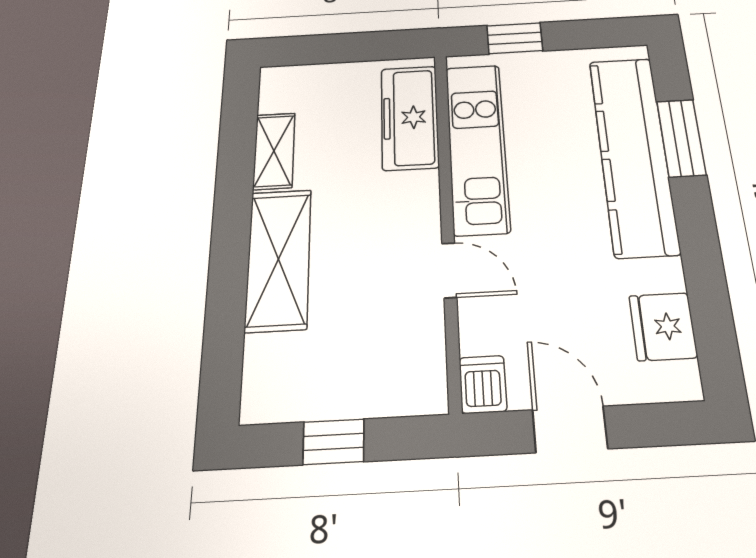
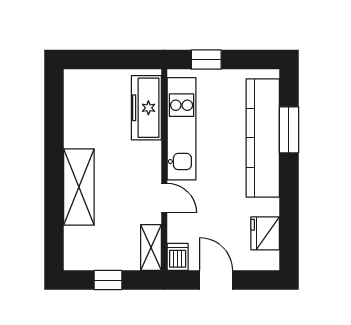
shelving: (274, 151) -> (151, 248), moved

